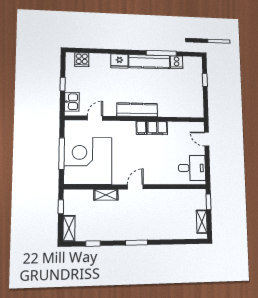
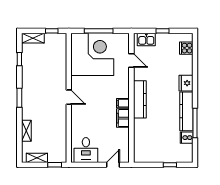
shelving: (106, 195) -> (26, 131), moved

